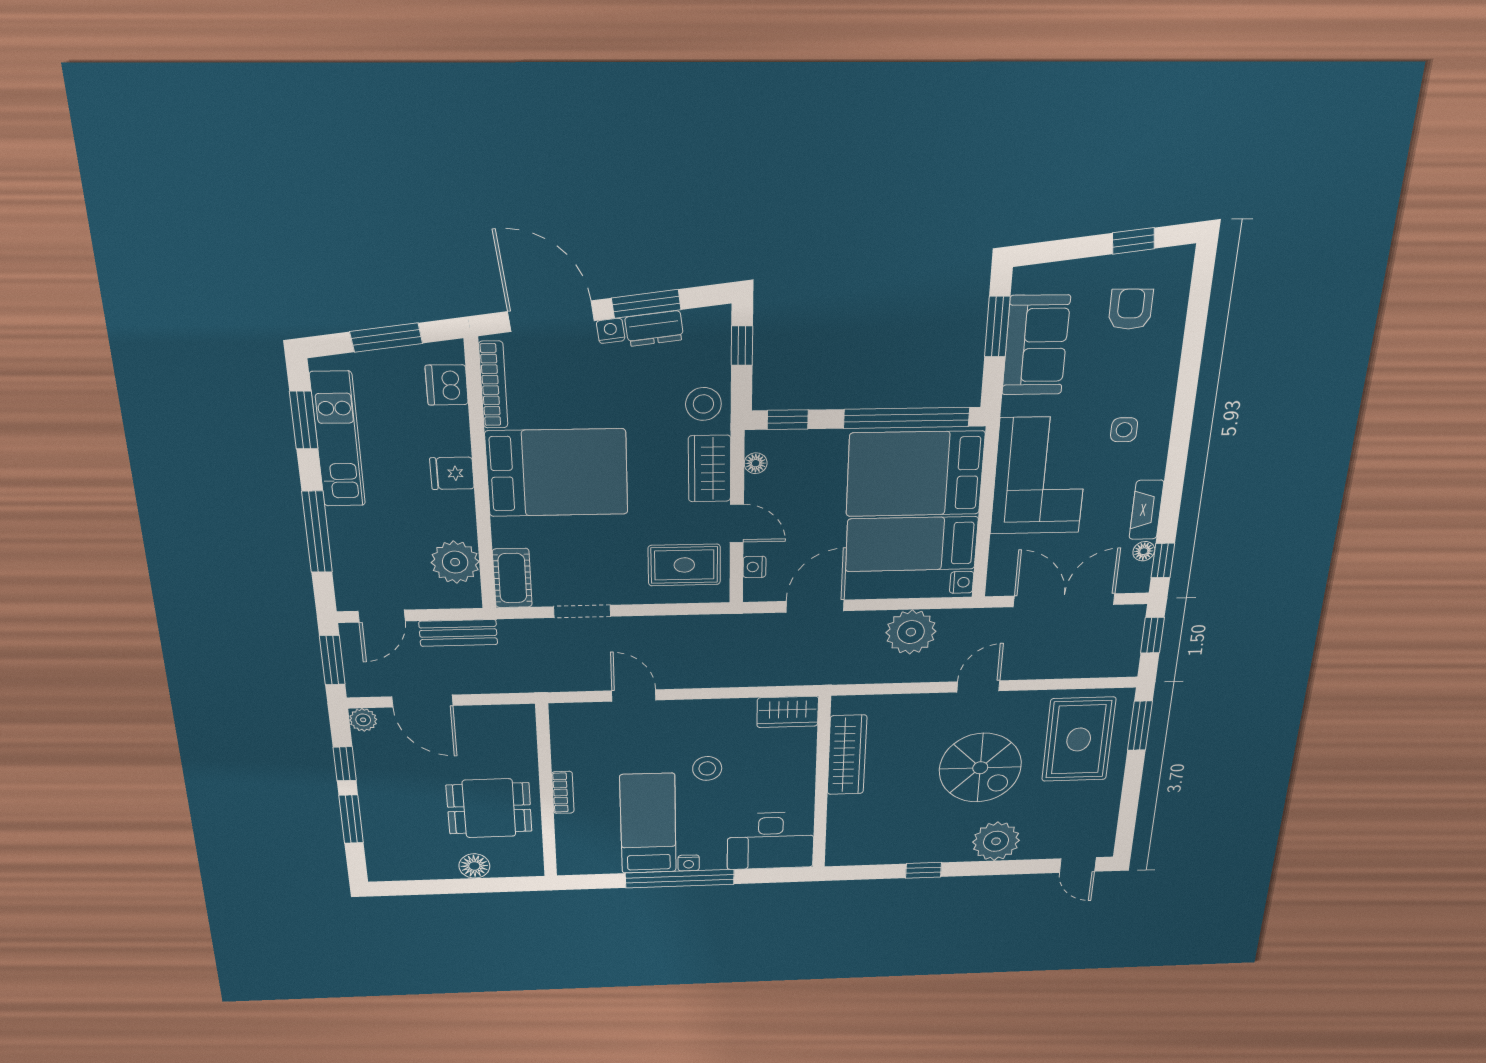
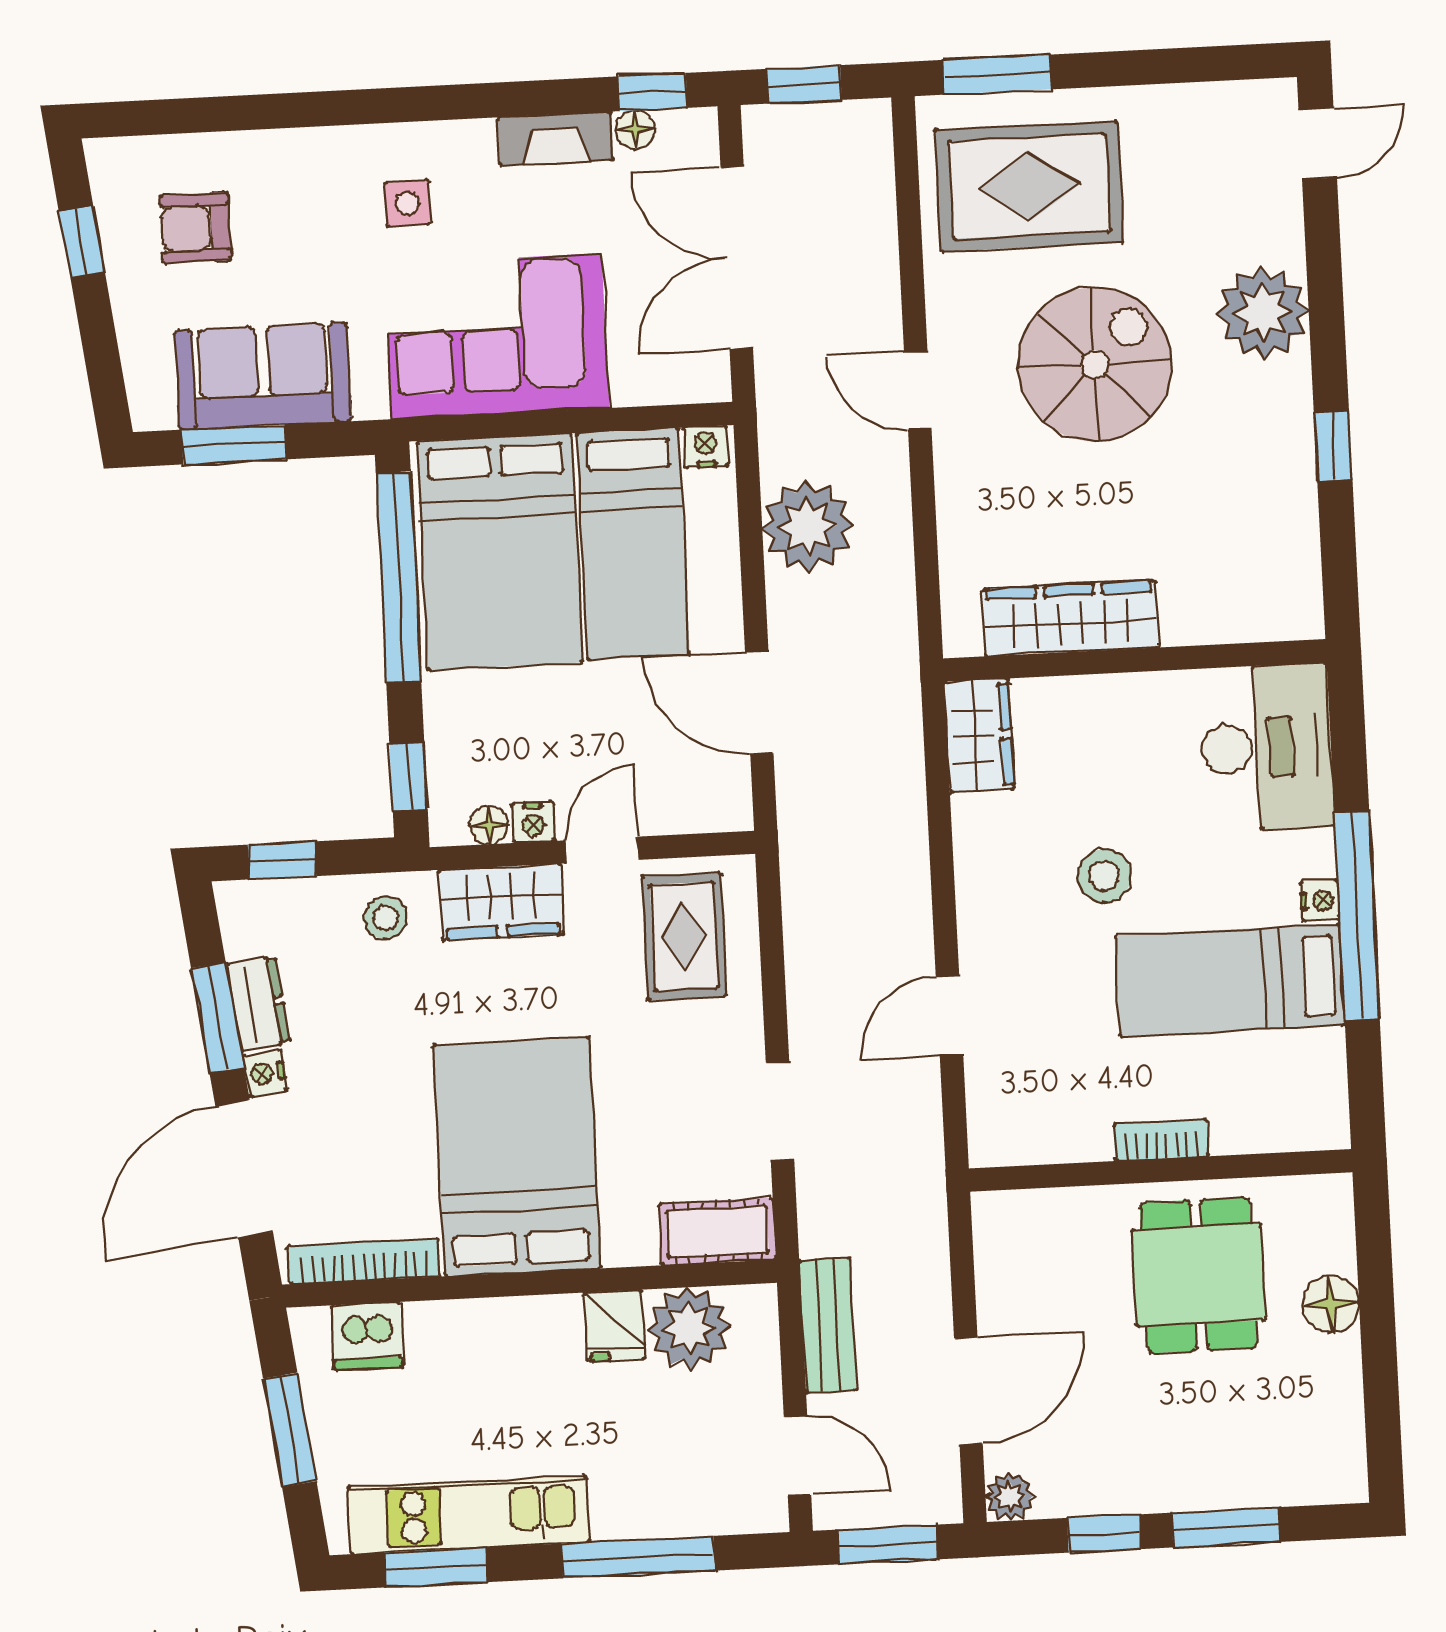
stool: (703, 404) -> (385, 918), width x0.73, depth x0.73
fridge: (452, 473) -> (614, 1326), moved
nightstand: (754, 567) -> (533, 822), moved

